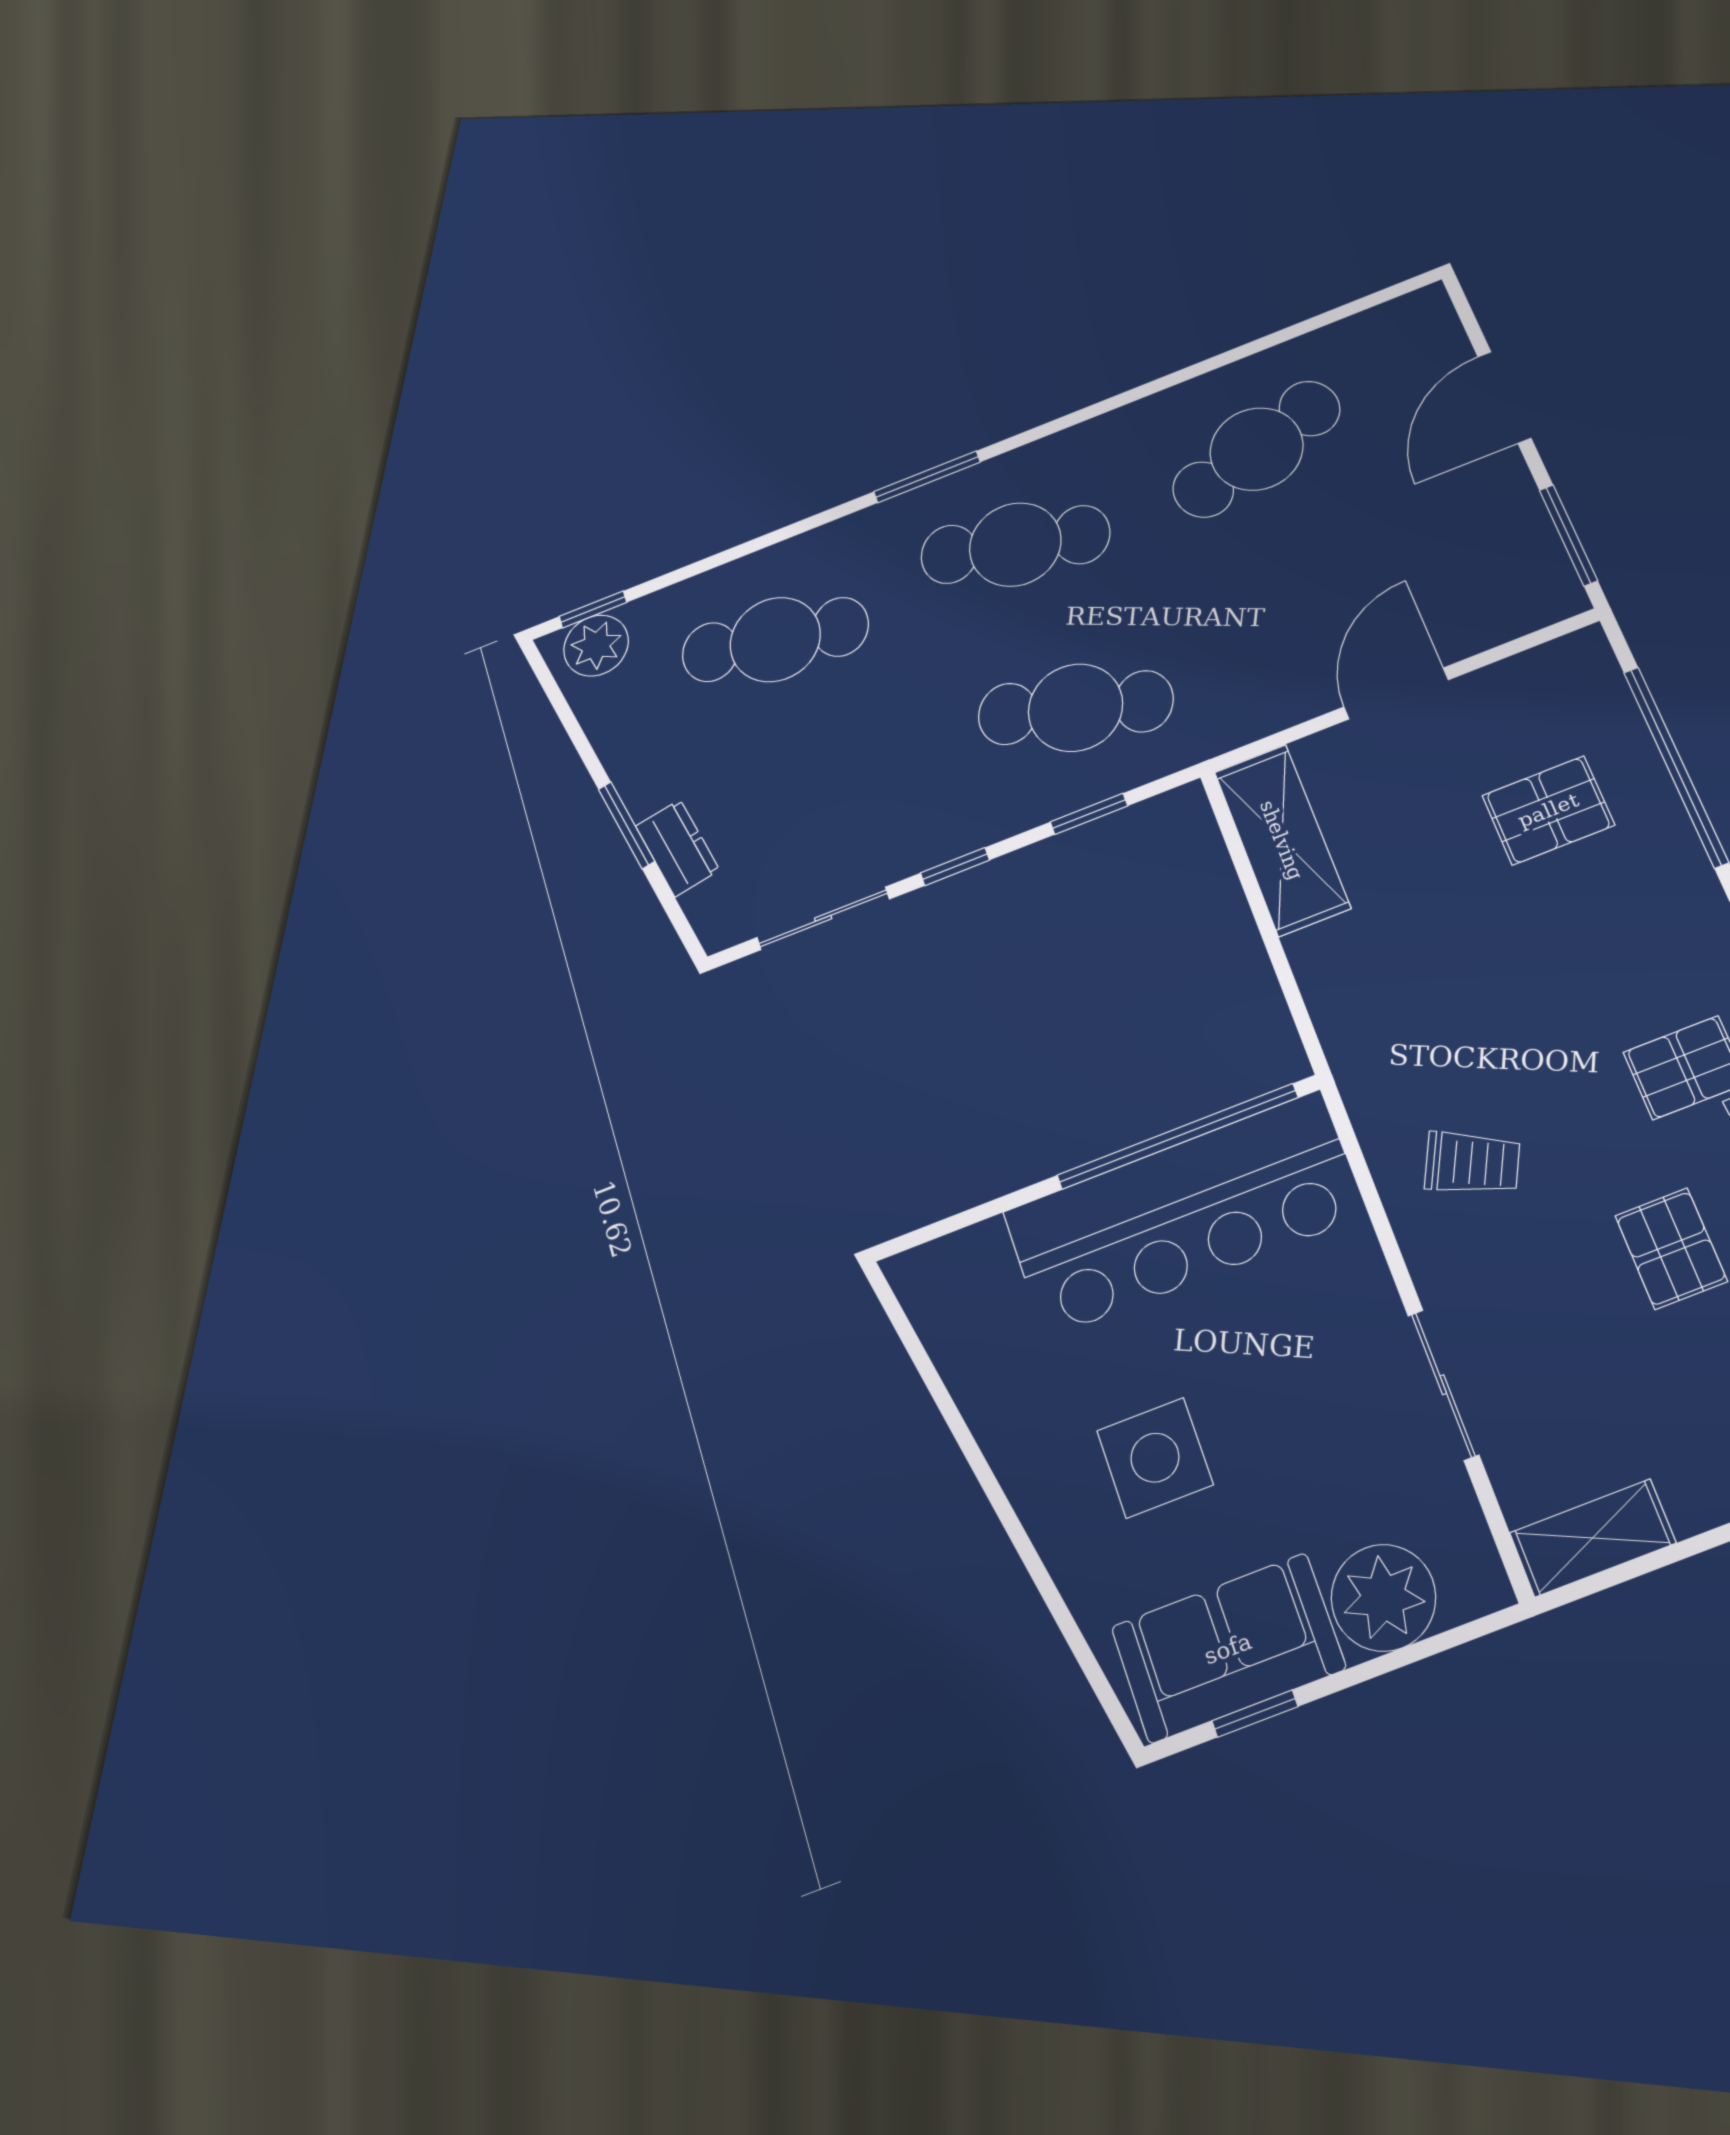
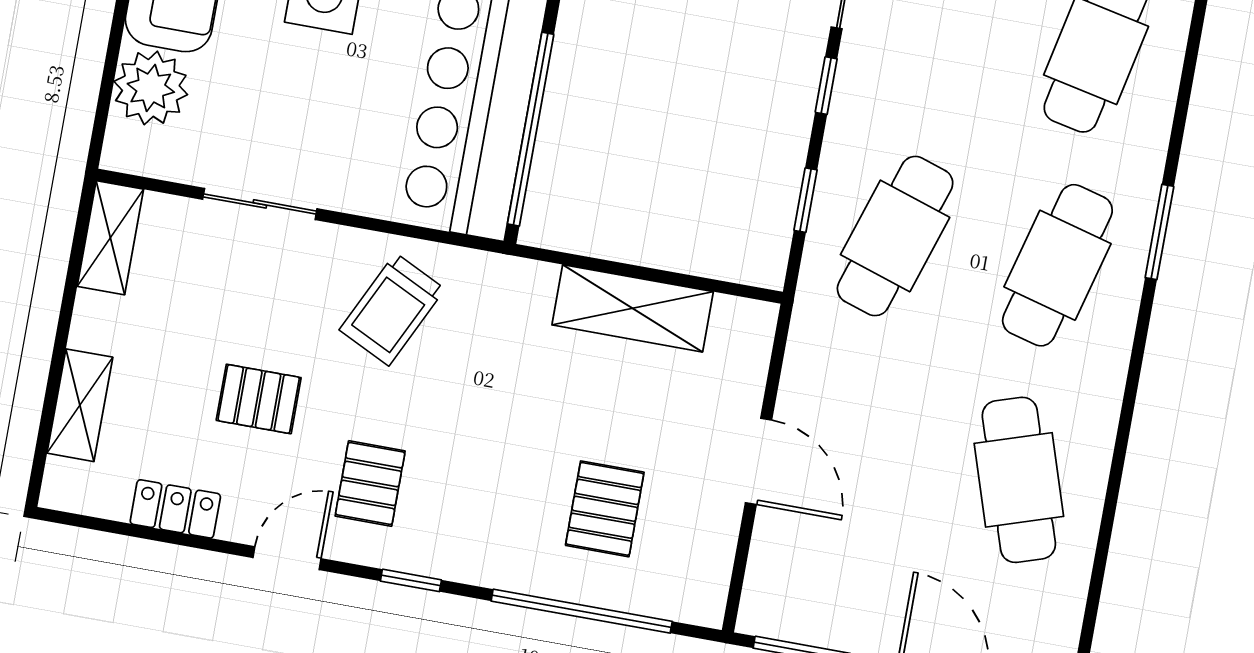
shelving: (1282, 840) -> (633, 308), moved
trolley: (1472, 1163) -> (392, 309), width x1.36, depth x1.39

